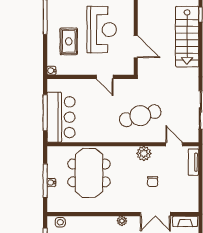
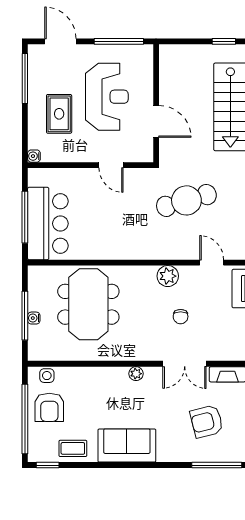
cafe table: (140, 116) -> (186, 200), moved

